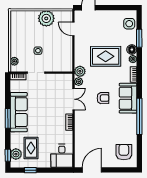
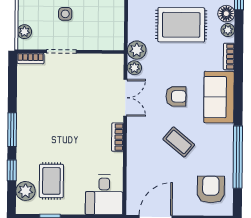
sofa: (19, 112) -> (31, 119), removed
window: (139, 116) -> (238, 157), moved
coffee table: (105, 125) -> (179, 142), added
window: (8, 155) -> (12, 170), moved

